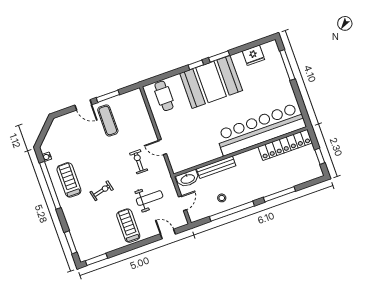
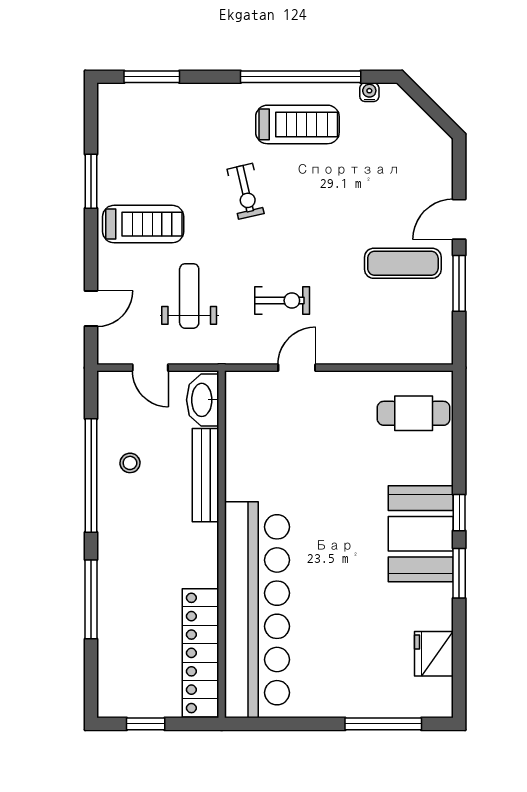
booth: (211, 82) -> (421, 534), width x0.73, depth x0.70
weight bench: (150, 198) -> (189, 296), turned 180
window: (96, 259) -> (91, 181), moved

